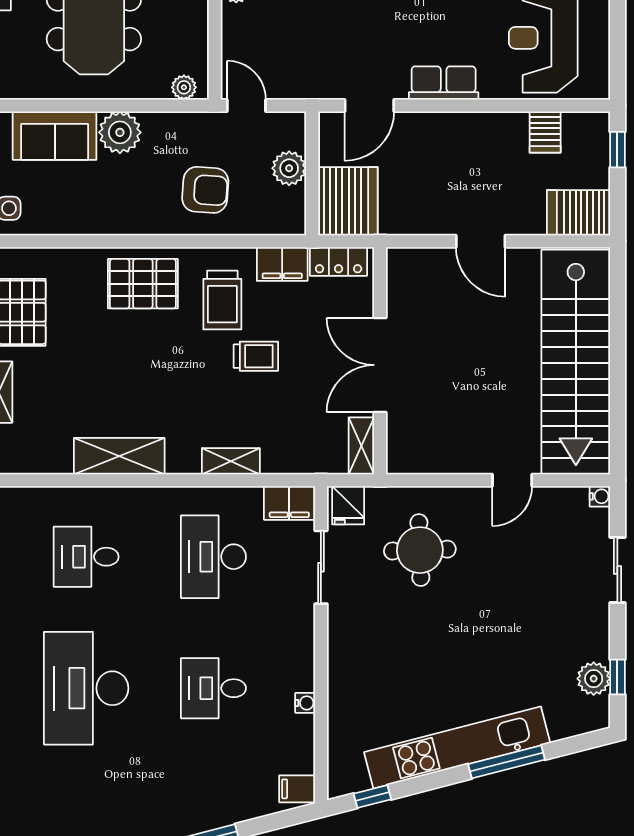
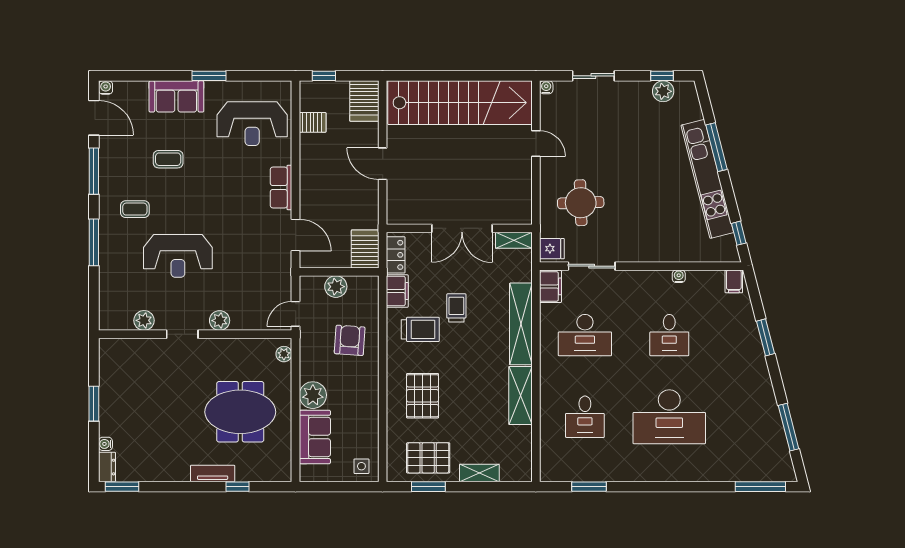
server rack: (348, 201) -> (365, 249), width x0.63
door: (481, 241) -> (383, 164), swing flipped
pallet: (143, 284) -> (423, 396), moved
shelving: (231, 461) -> (521, 324), width x2.20, depth x1.33

